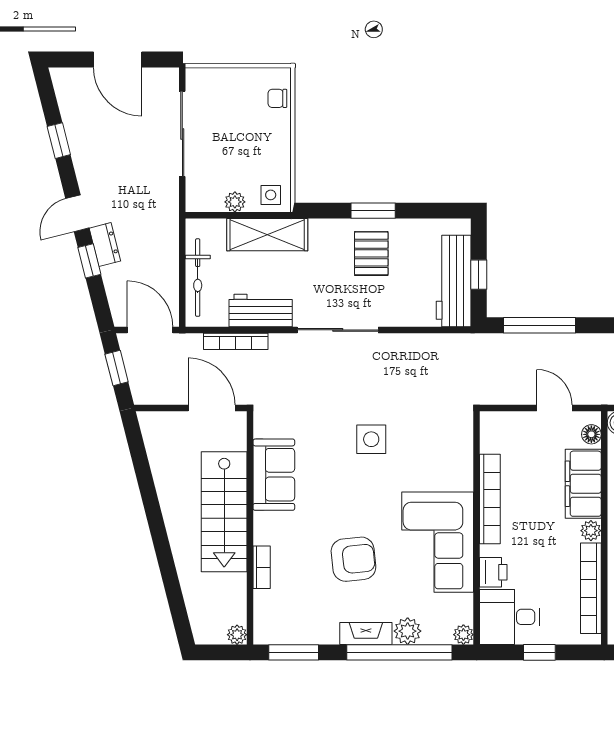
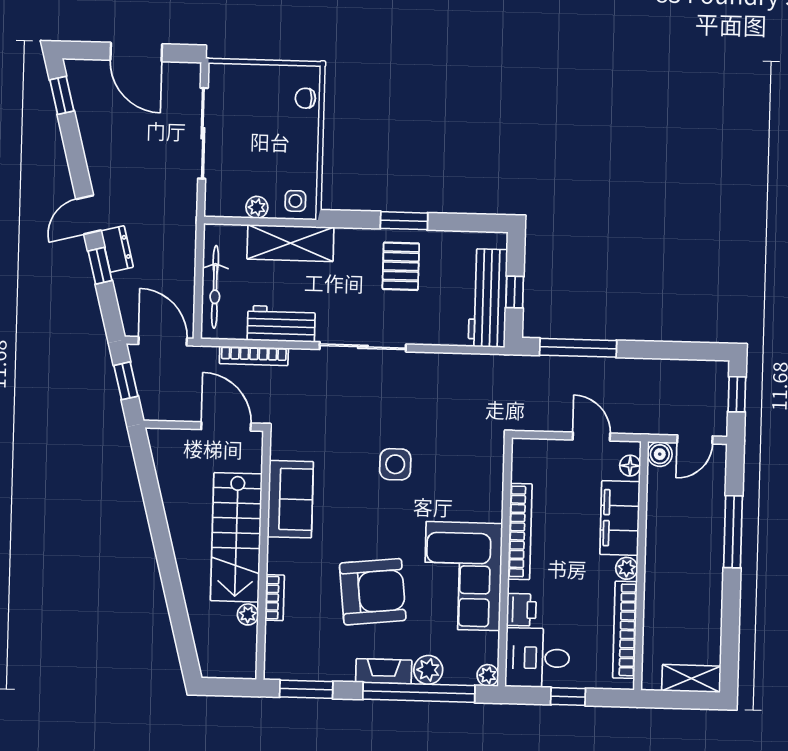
window: (59, 141) -> (62, 95), moved
armchair: (353, 559) -> (373, 592), width x1.36, depth x1.36
plant: (237, 635) -> (248, 614), moved

